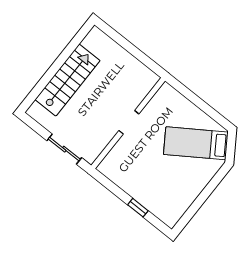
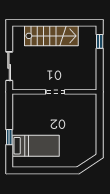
window: (113, 34) -> (100, 41), added
bed: (196, 143) -> (36, 146), moved, turned 124

